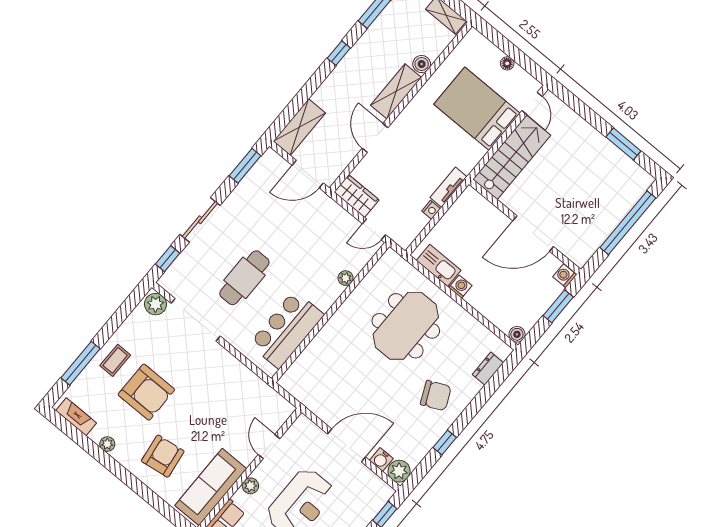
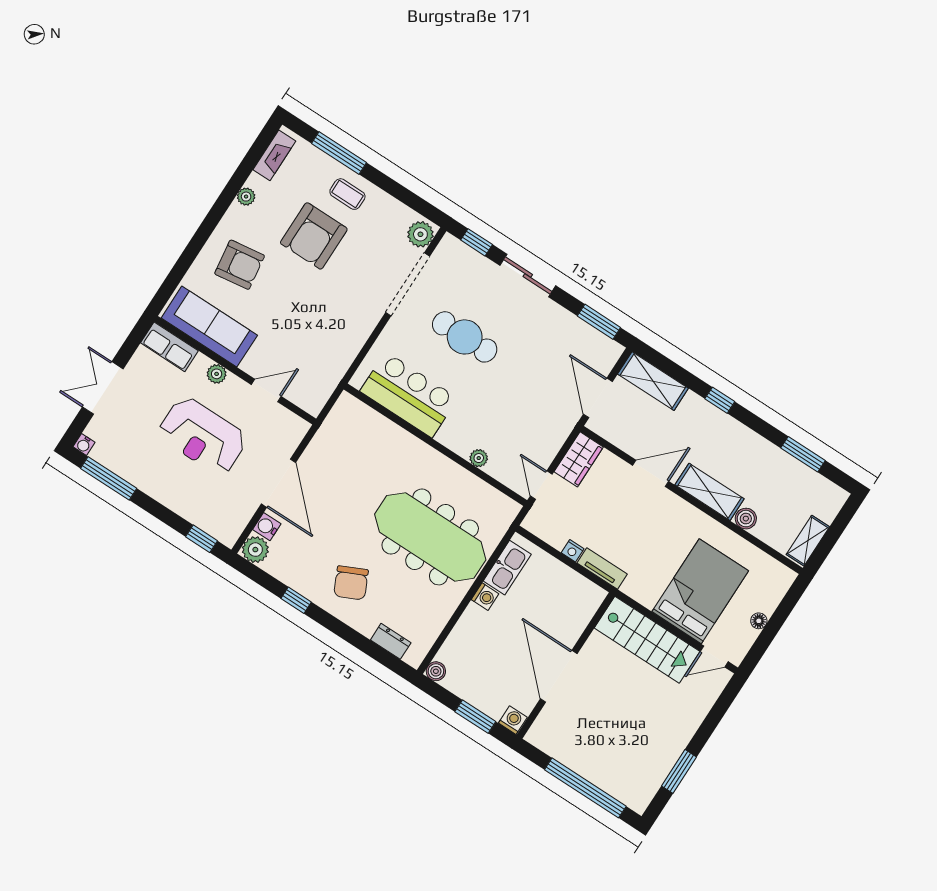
window: (339, 53) -> (720, 400), moved
meeting table: (406, 326) -> (430, 537), width x1.36

